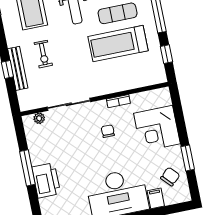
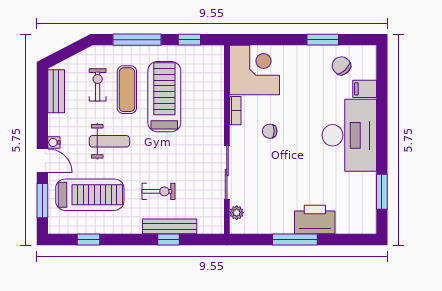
treadmill: (118, 44) -> (164, 97), turned 180
corner desk: (157, 129) -> (255, 70), moved, turned -90

